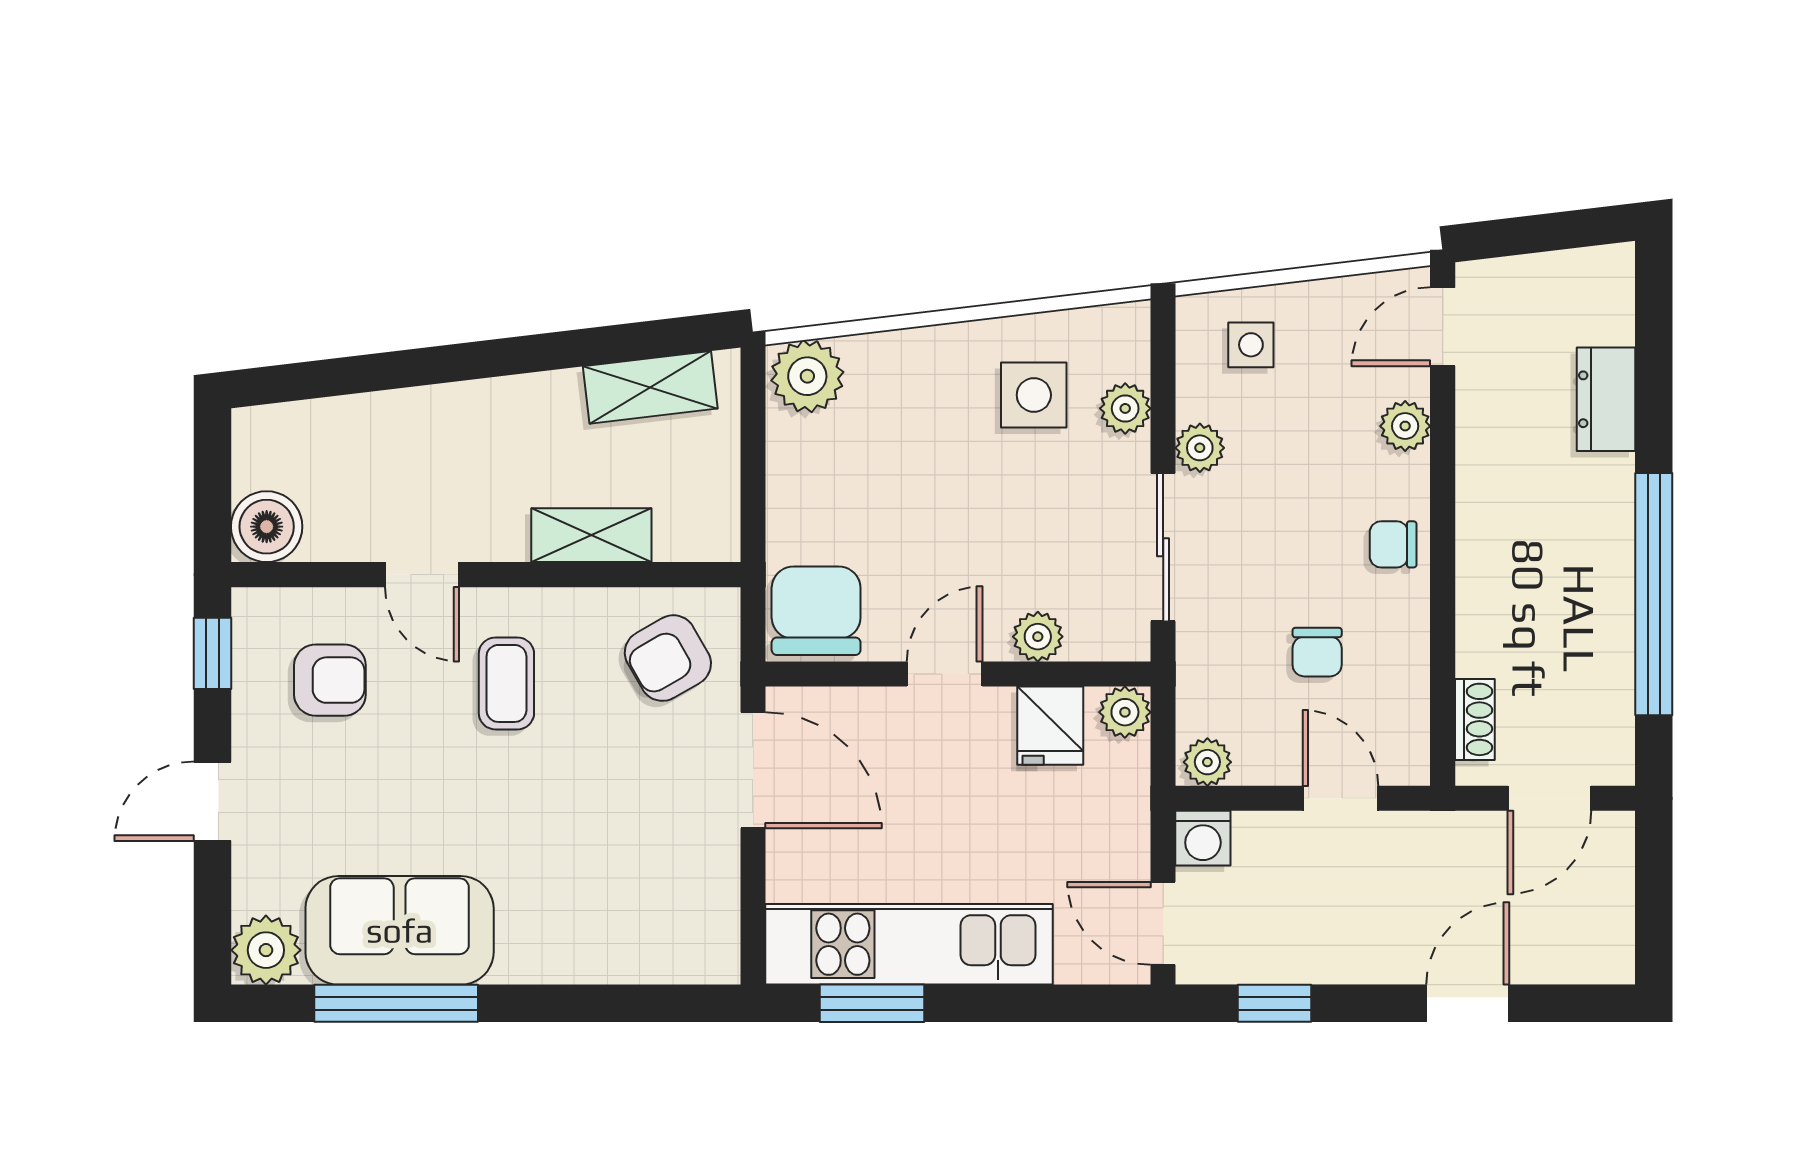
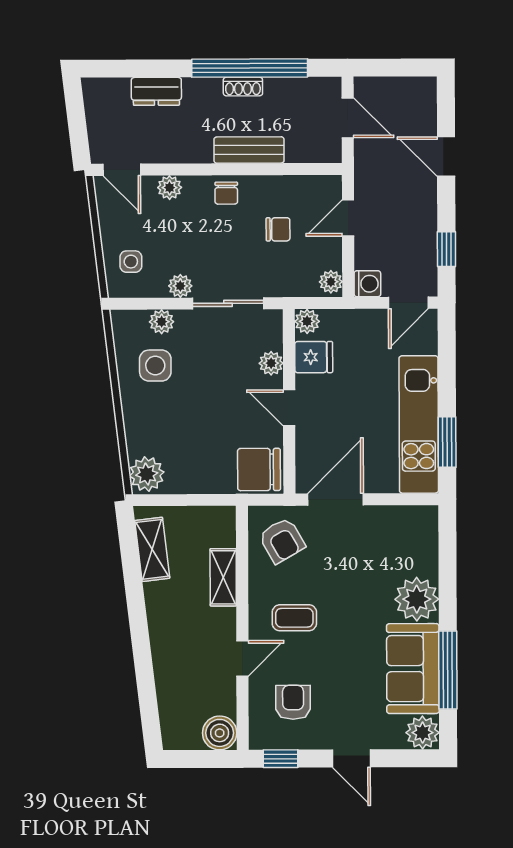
bench: (1483, 592) -> (249, 150), added
shoe rack: (1475, 719) -> (243, 86), moved, turned 180
plant: (544, 939) -> (417, 599), added

